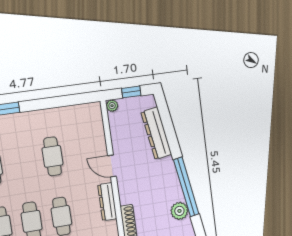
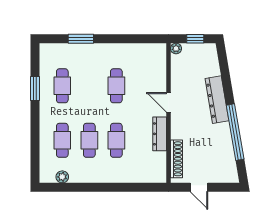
dresser: (156, 133) -> (217, 100), moved
plant: (179, 211) -> (226, 153), removed

